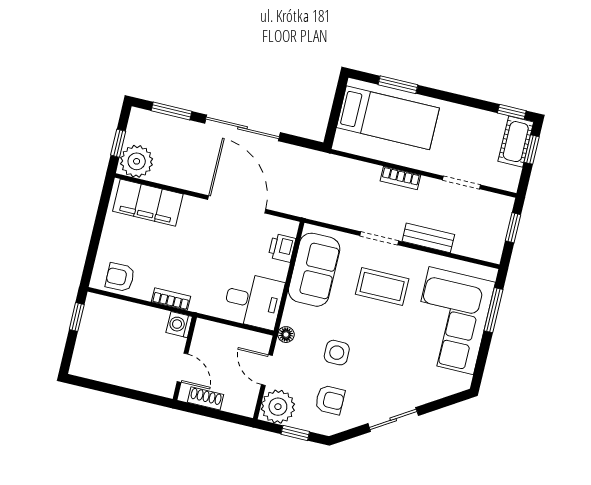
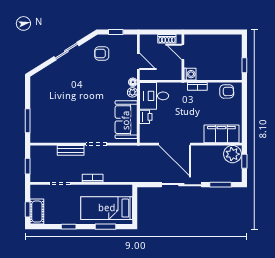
window: (512, 112) -> (69, 227), moved
printer: (282, 248) -> (146, 117), moved
coffee table: (382, 287) -> (89, 119), removed
corner sofa: (451, 321) -> (48, 110), removed
side table: (337, 353) -> (104, 79), removed
plant: (278, 407) -> (132, 92), moved, width x0.53, depth x0.53

